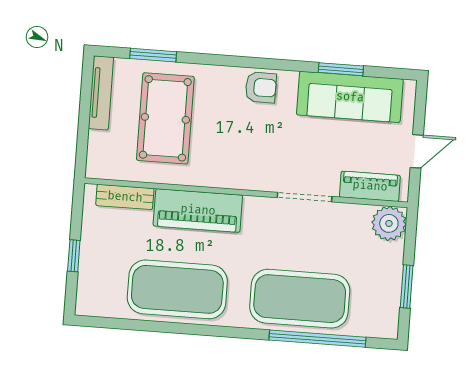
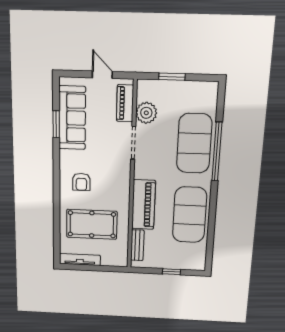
window: (153, 55) -> (57, 232), removed
armchair: (261, 87) -> (81, 182), moved, turned 180
plant: (389, 223) -> (146, 113), moved
window: (407, 287) -> (172, 77), moved
window: (317, 339) -> (217, 152), moved

